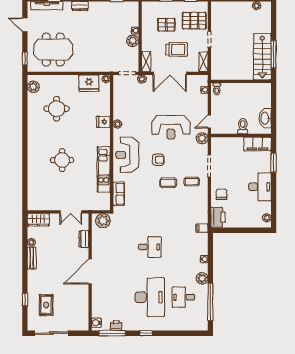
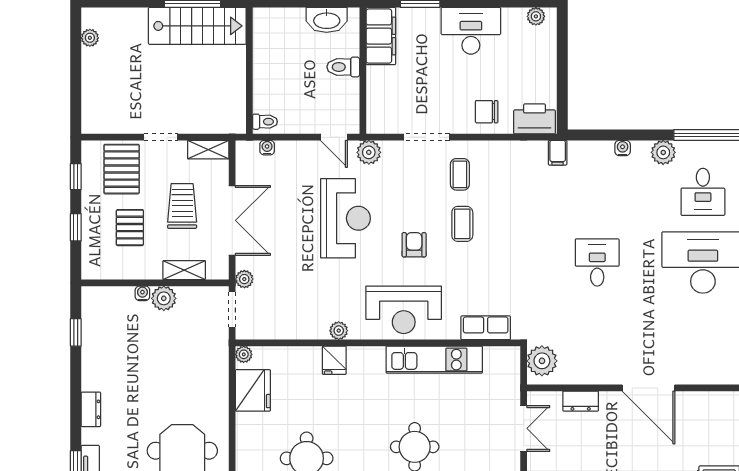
shelving: (146, 61) -> (184, 270), moved

